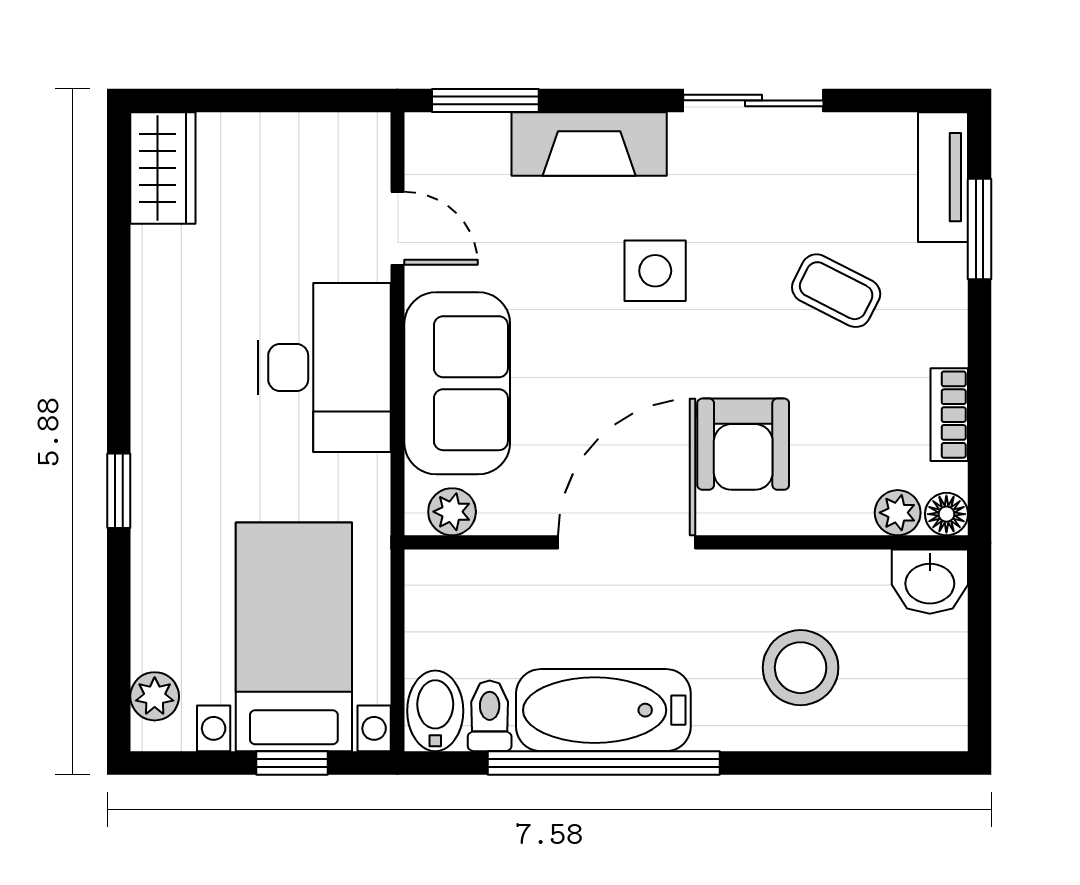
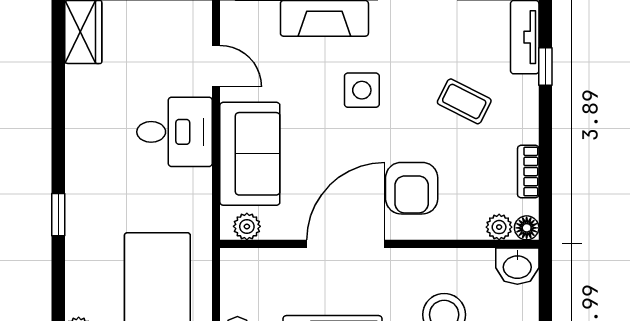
window: (980, 229) -> (545, 66), width x0.67
desk: (324, 367) -> (174, 132), width x0.73

